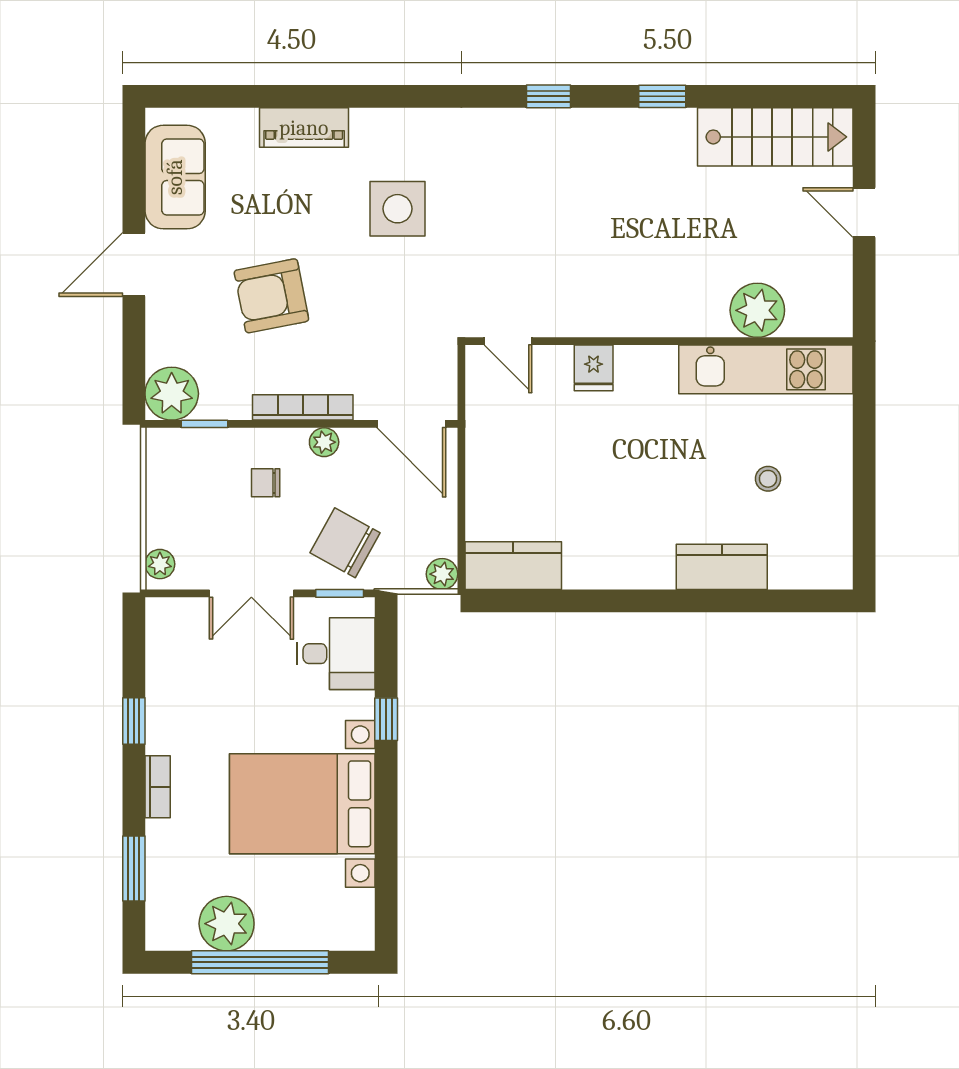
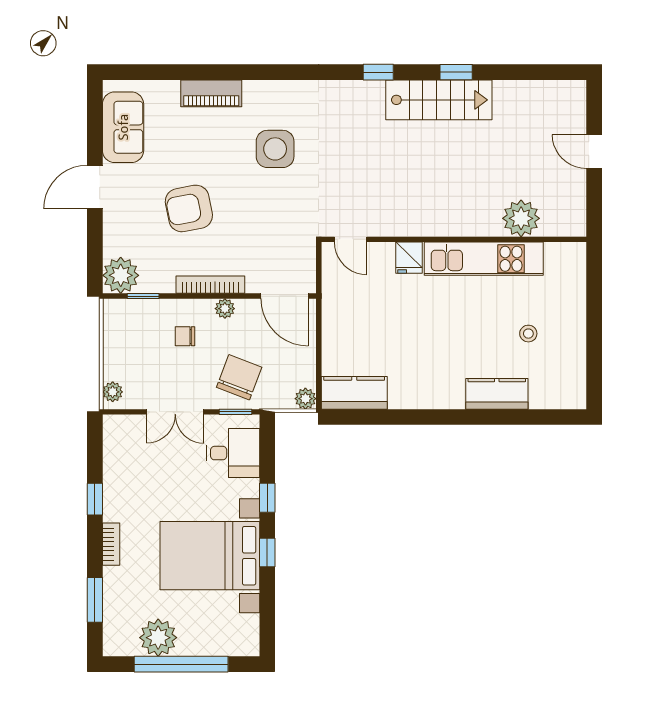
stairs: (775, 137) -> (439, 100), moved
kitchen unit: (766, 369) -> (484, 259), moved
chair: (345, 543) -> (239, 377), turned 82
window: (386, 799) -> (267, 553), added

